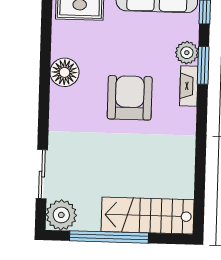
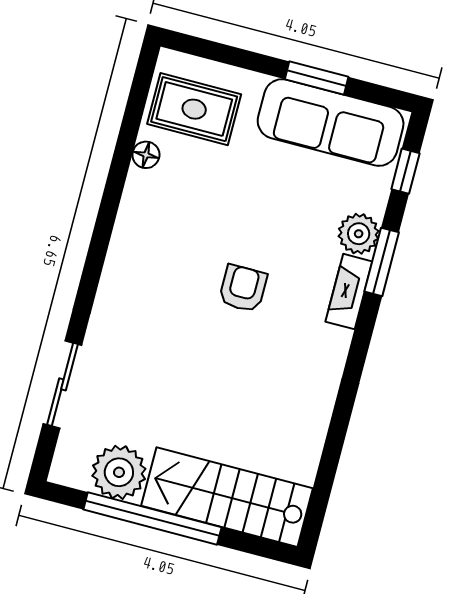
floor lamp: (64, 72) -> (146, 155), moved, width x0.53, depth x0.53
armchair: (130, 98) -> (243, 288), width x0.53, depth x0.53
plant: (61, 215) -> (119, 472), moved

